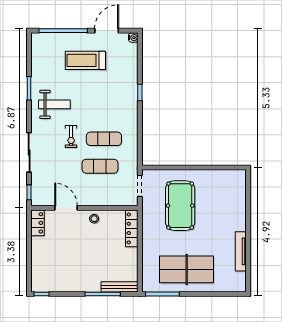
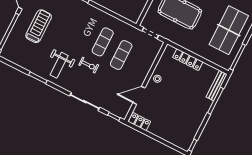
treadmill: (85, 60) -> (39, 26), turned 180
weight bench: (54, 104) -> (59, 65), turned 180
locker: (132, 228) -> (188, 60), moved

